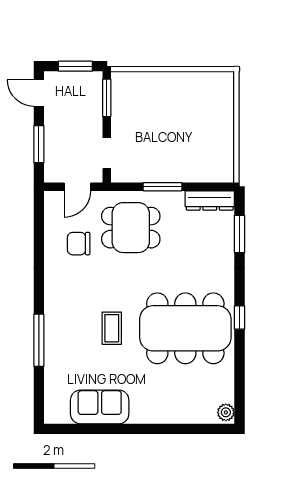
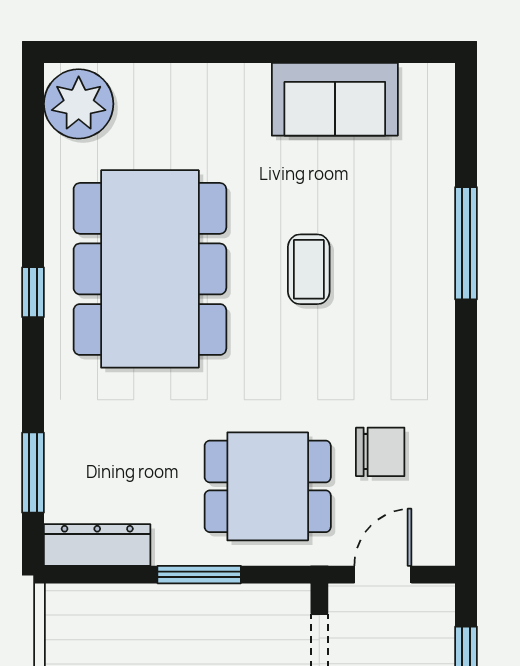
dining table: (185, 328) -> (150, 269), turned 90
plant: (226, 412) -> (79, 104), width x1.87, depth x1.87

